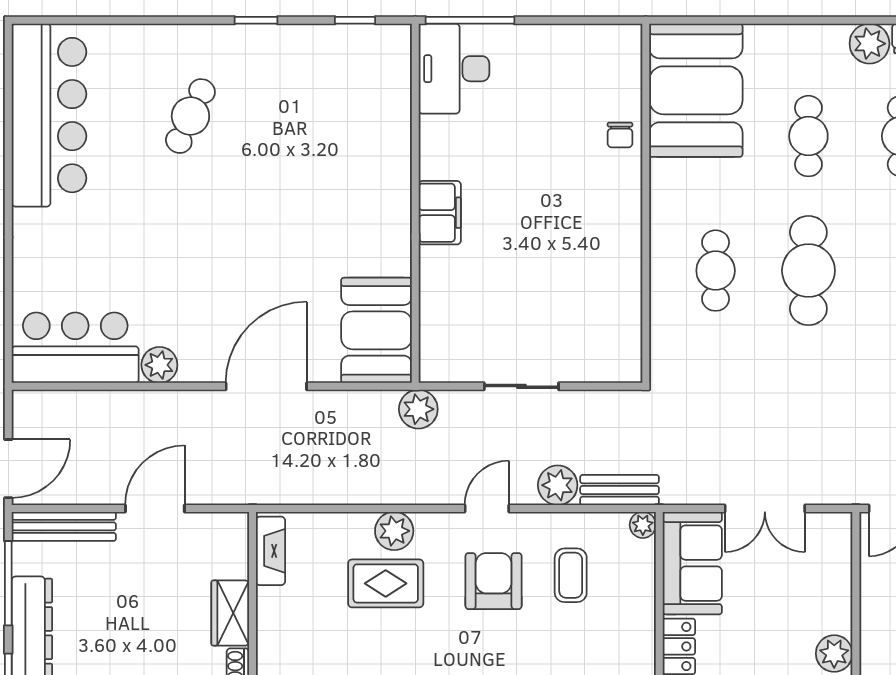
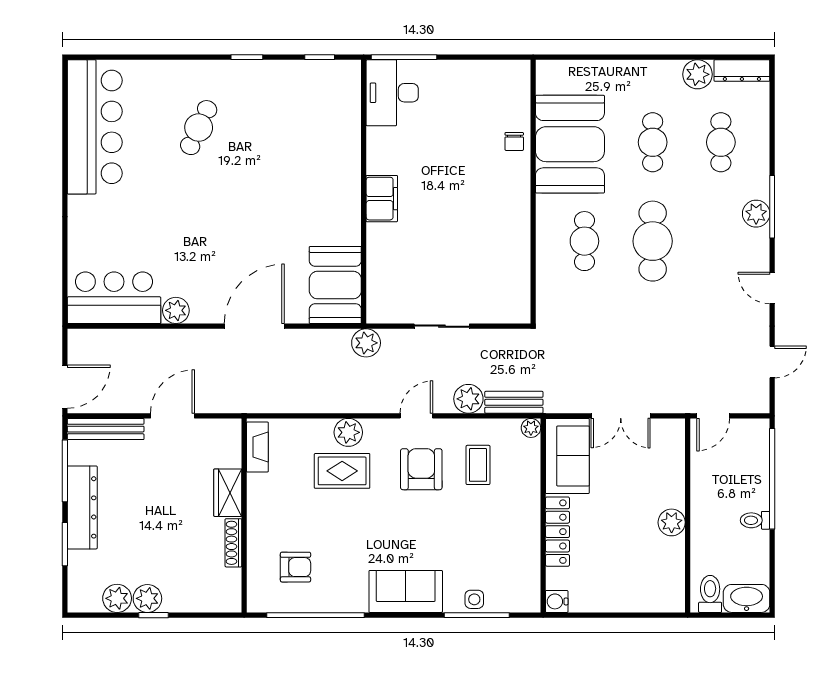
booth: (696, 90) -> (570, 144), moved

